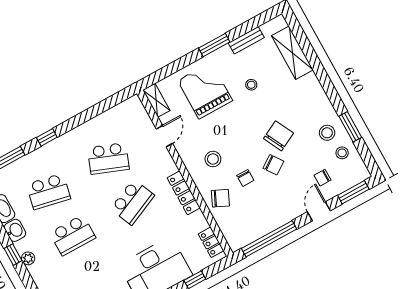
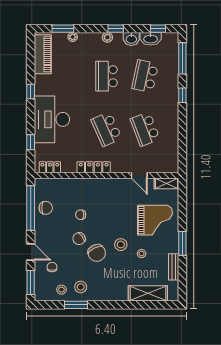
school desk: (108, 158) -> (145, 129), turned -42
stool: (213, 159) -> (121, 245), moved
chair: (220, 198) -> (46, 208), moved, turned -115

